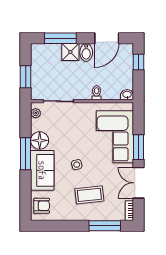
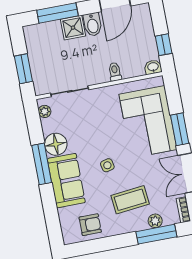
window: (139, 62) -> (164, 45), moved
armchair: (42, 206) -> (90, 225), moved
plant: (106, 215) -> (155, 221), added

